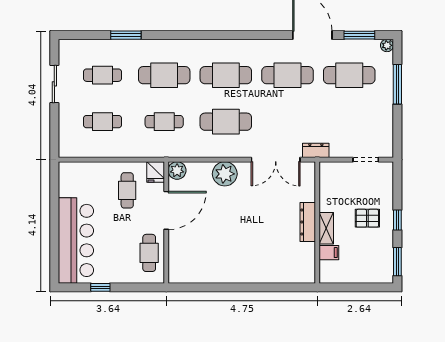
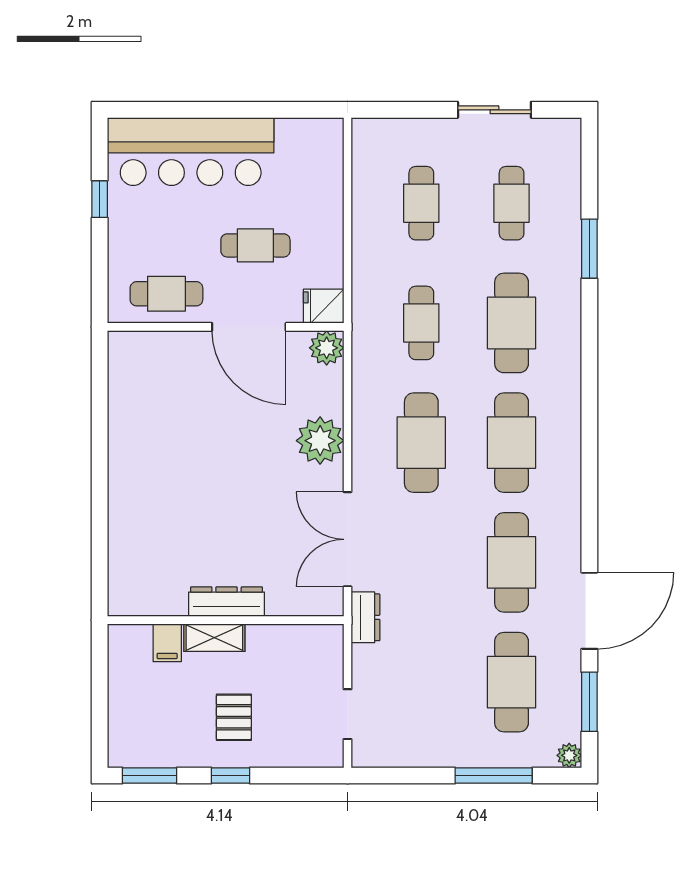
cafe table: (127, 190) -> (255, 245), moved

